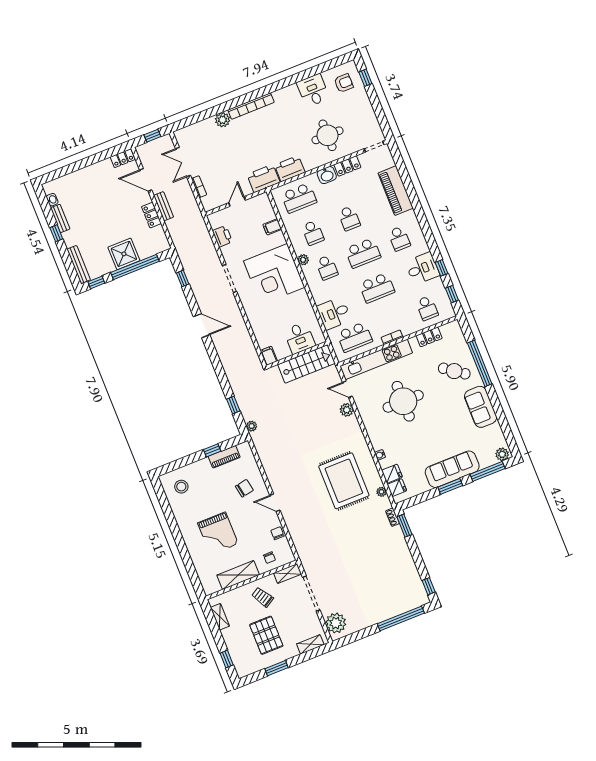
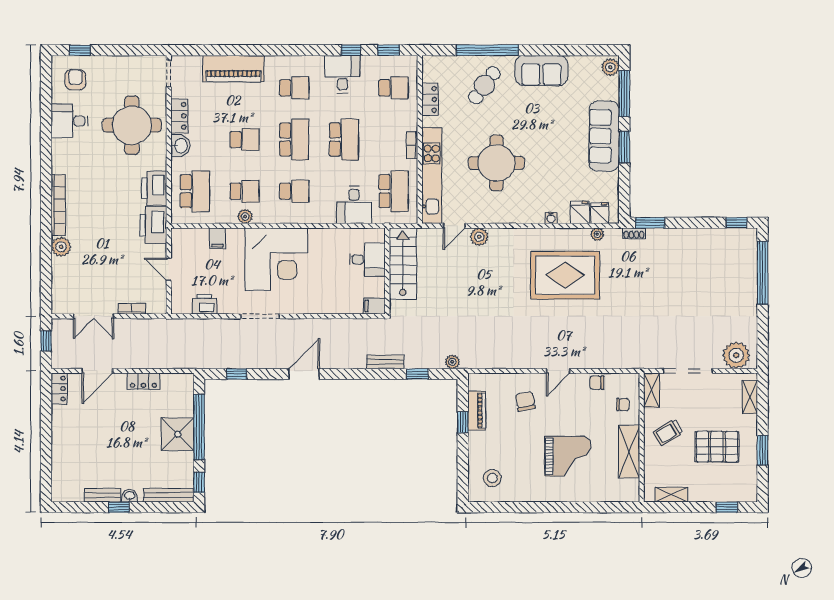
round table: (328, 135) -> (132, 125), width x1.36, depth x1.36
washbasin: (52, 200) -> (130, 496), moved
bench: (164, 206) -> (385, 362), moved
plant: (303, 260) -> (245, 216), moved

